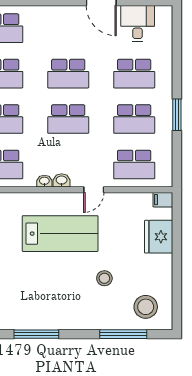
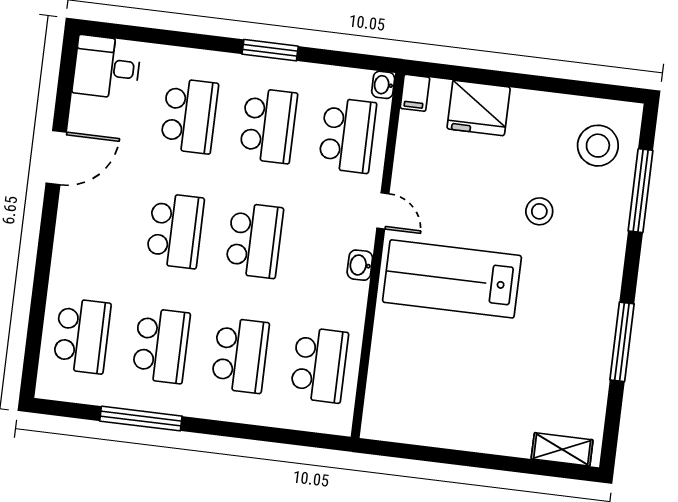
desk: (138, 24) -> (107, 67), moved
washbasin: (44, 181) -> (383, 85), moved
lab bench: (60, 234) -> (452, 279), turned -90

